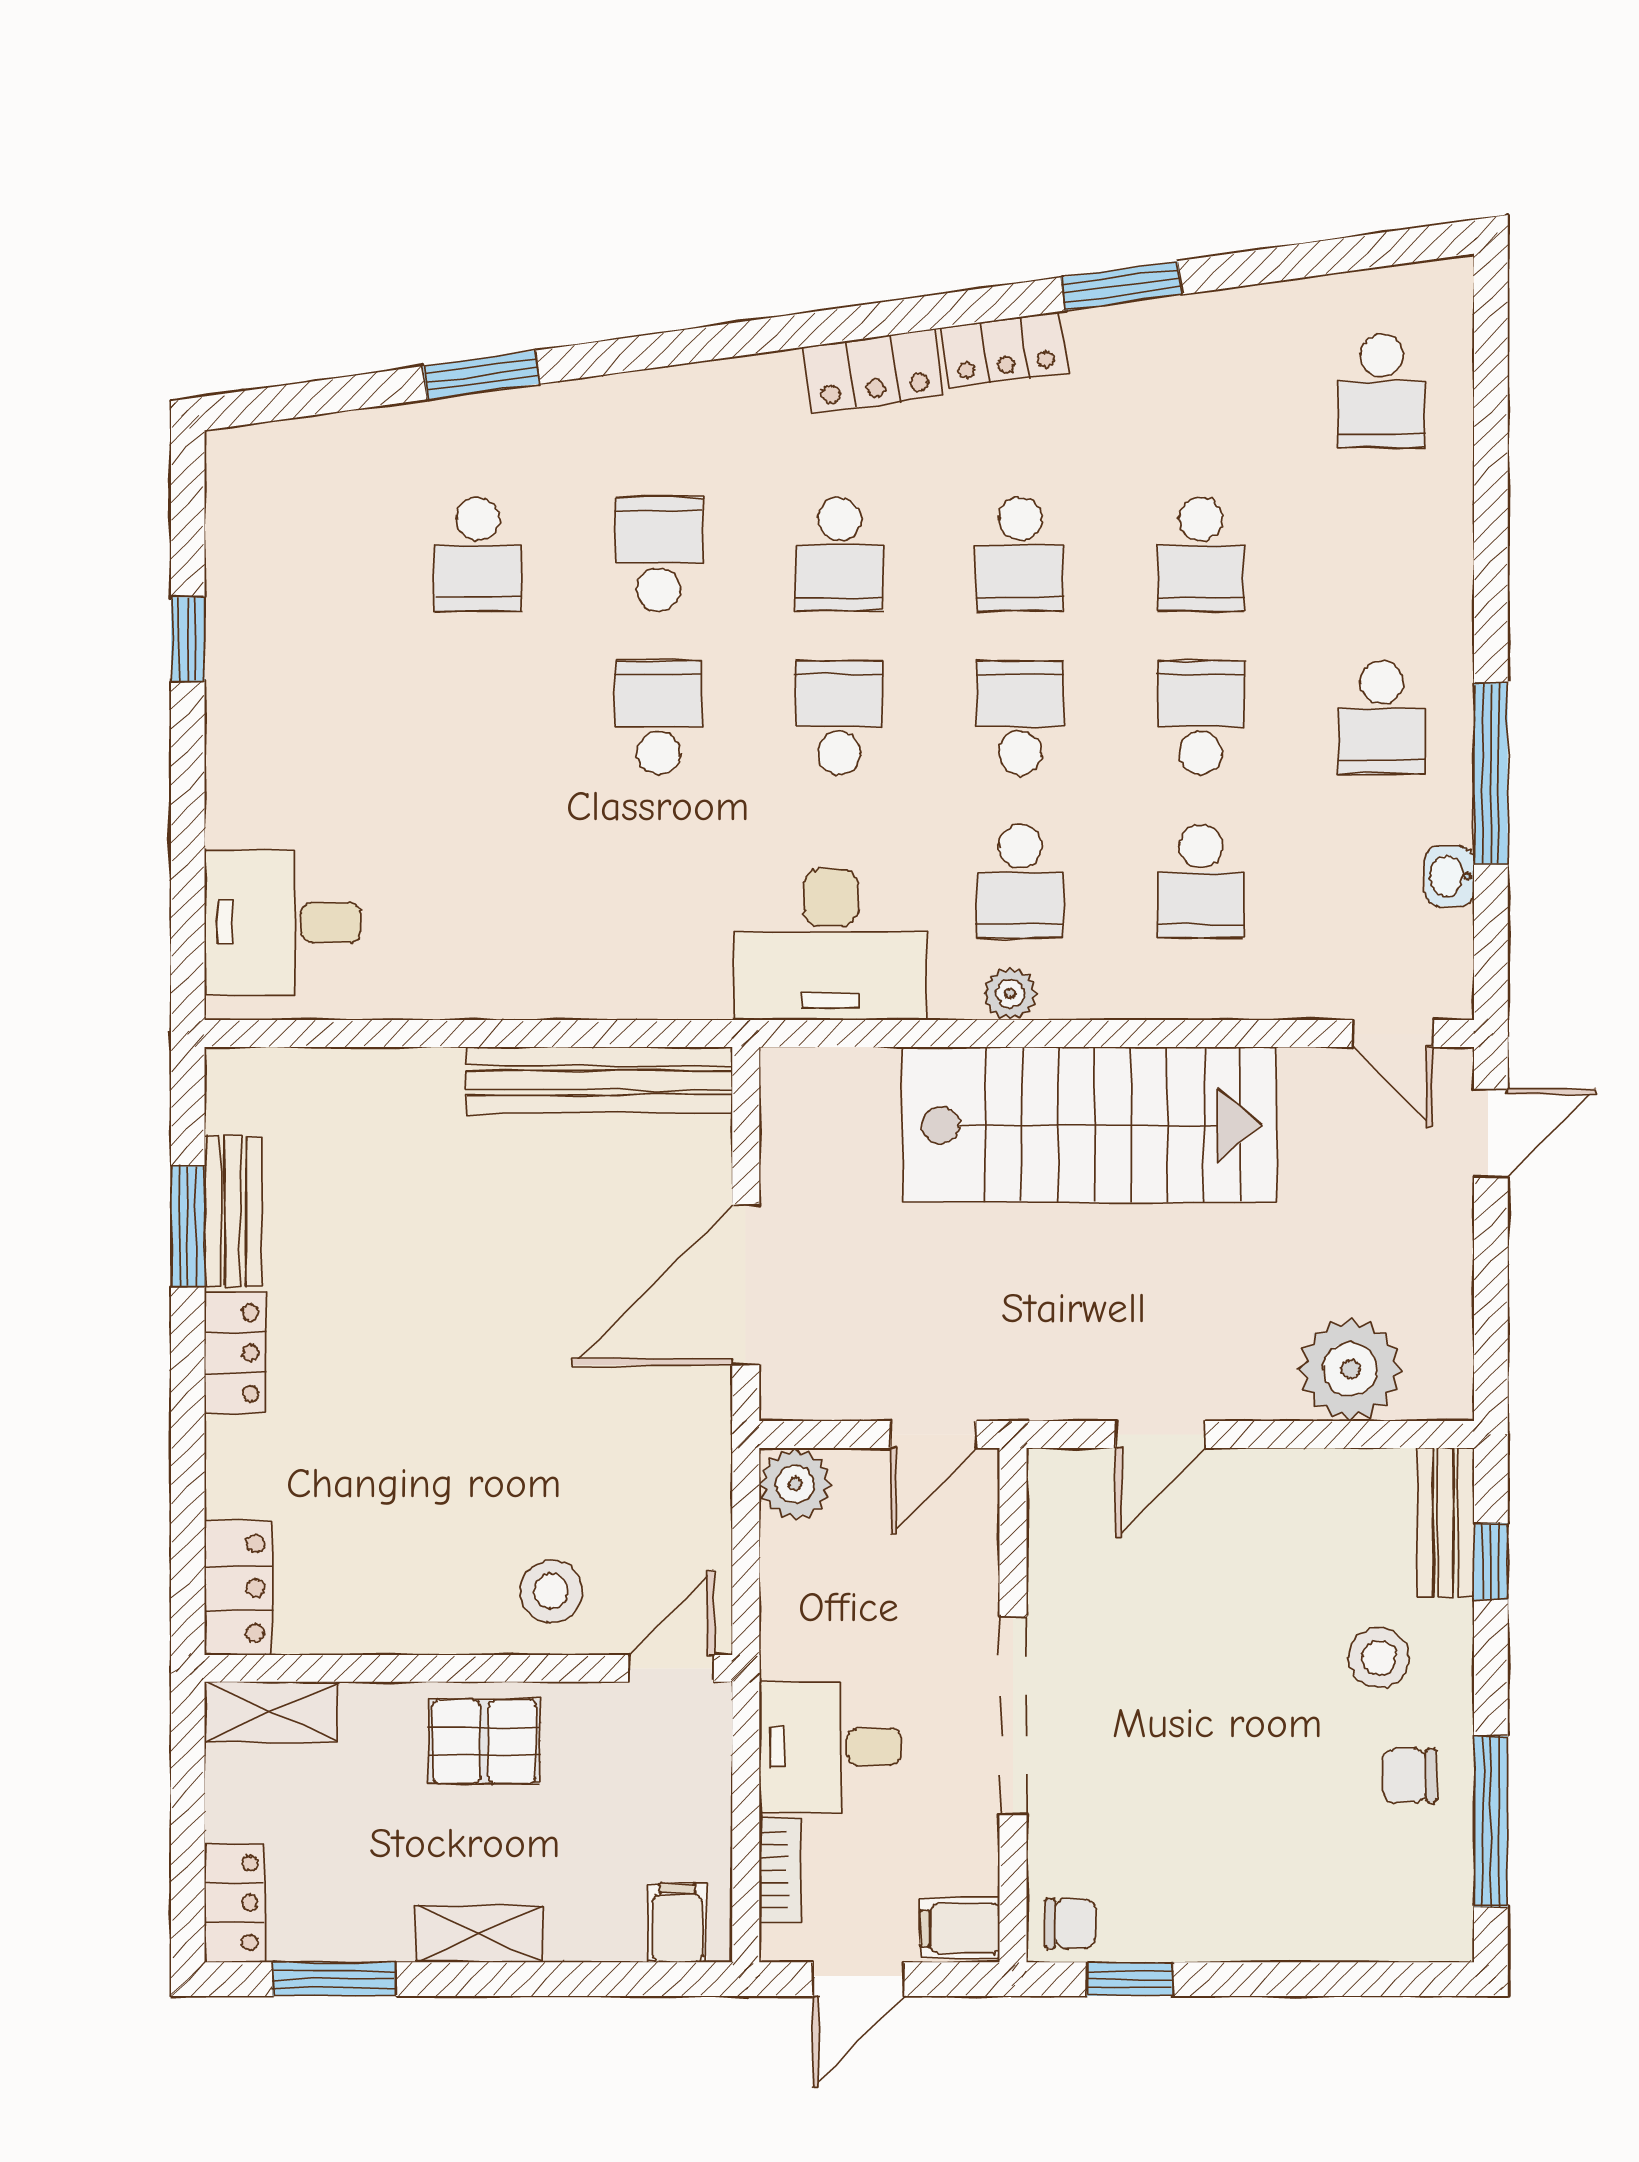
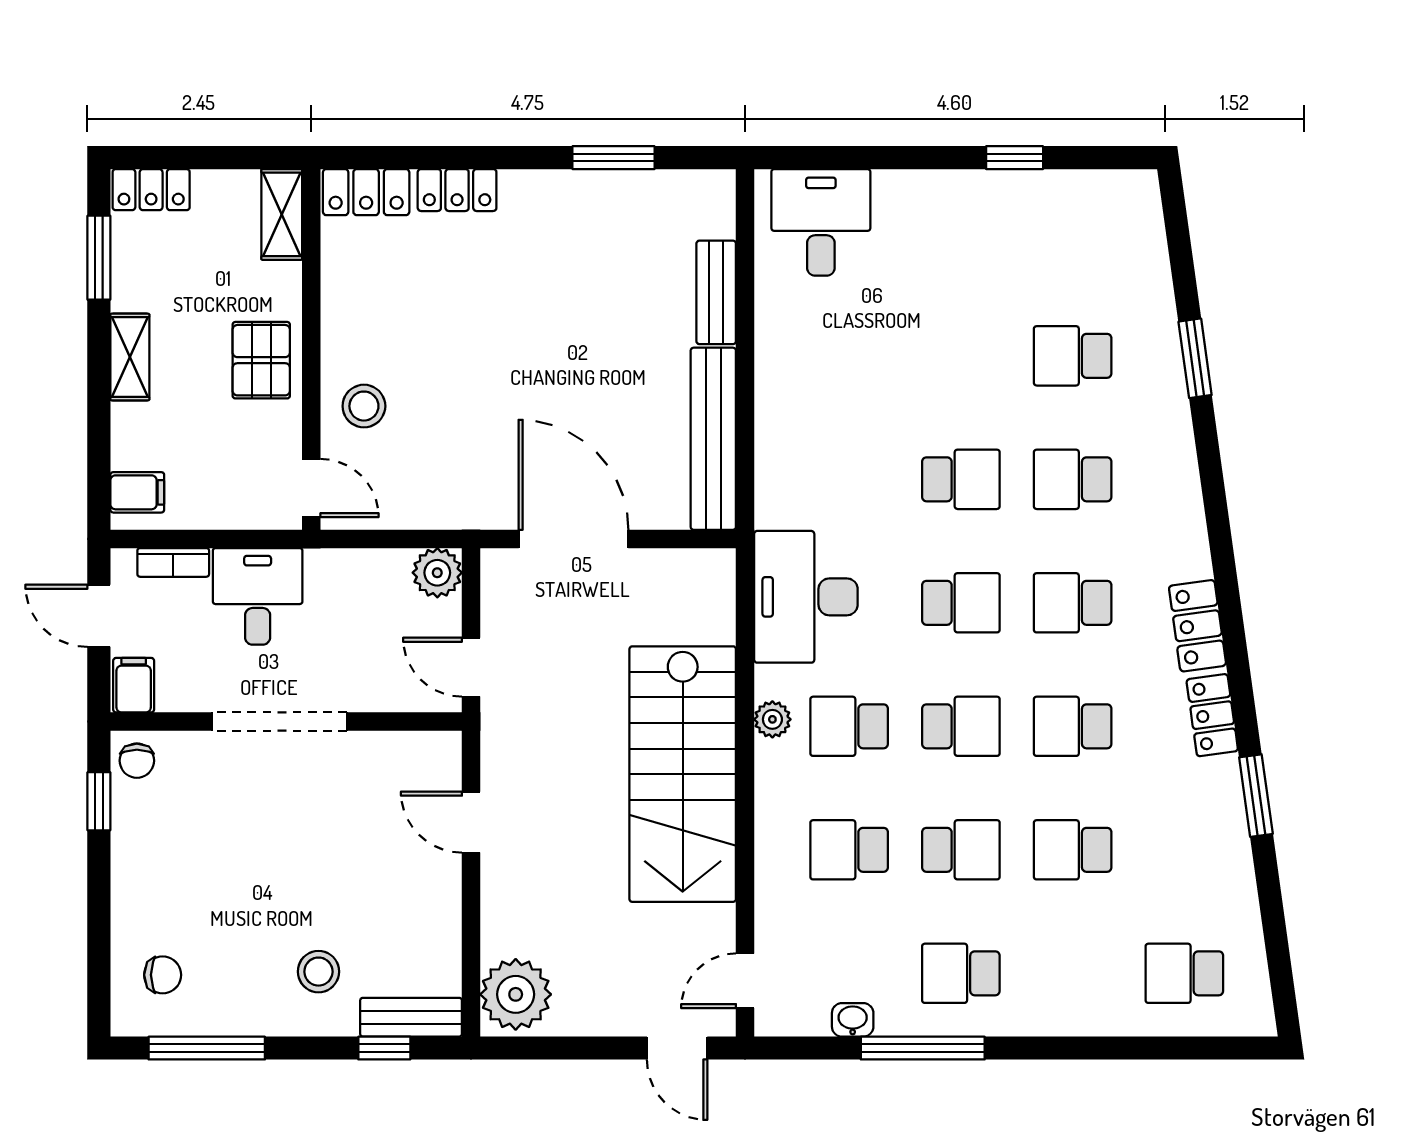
school desk: (659, 554) -> (1073, 479), turned 180
bench: (233, 1211) -> (716, 292), moved, turned 90
locker: (235, 1353) -> (457, 190), moved
plant: (1350, 1369) -> (516, 994), moved
chair: (1410, 1775) -> (163, 975), moved, turned 90

